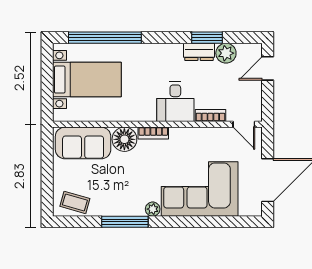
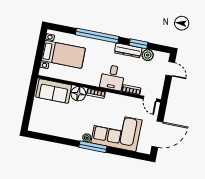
window: (105, 38) -> (97, 36), moved
dresser: (199, 52) -> (128, 50), width x1.44
door: (268, 68) -> (170, 69), swing flipped
coffee table: (75, 202) -> (42, 125), removed
window: (125, 222) -> (93, 147), moved

